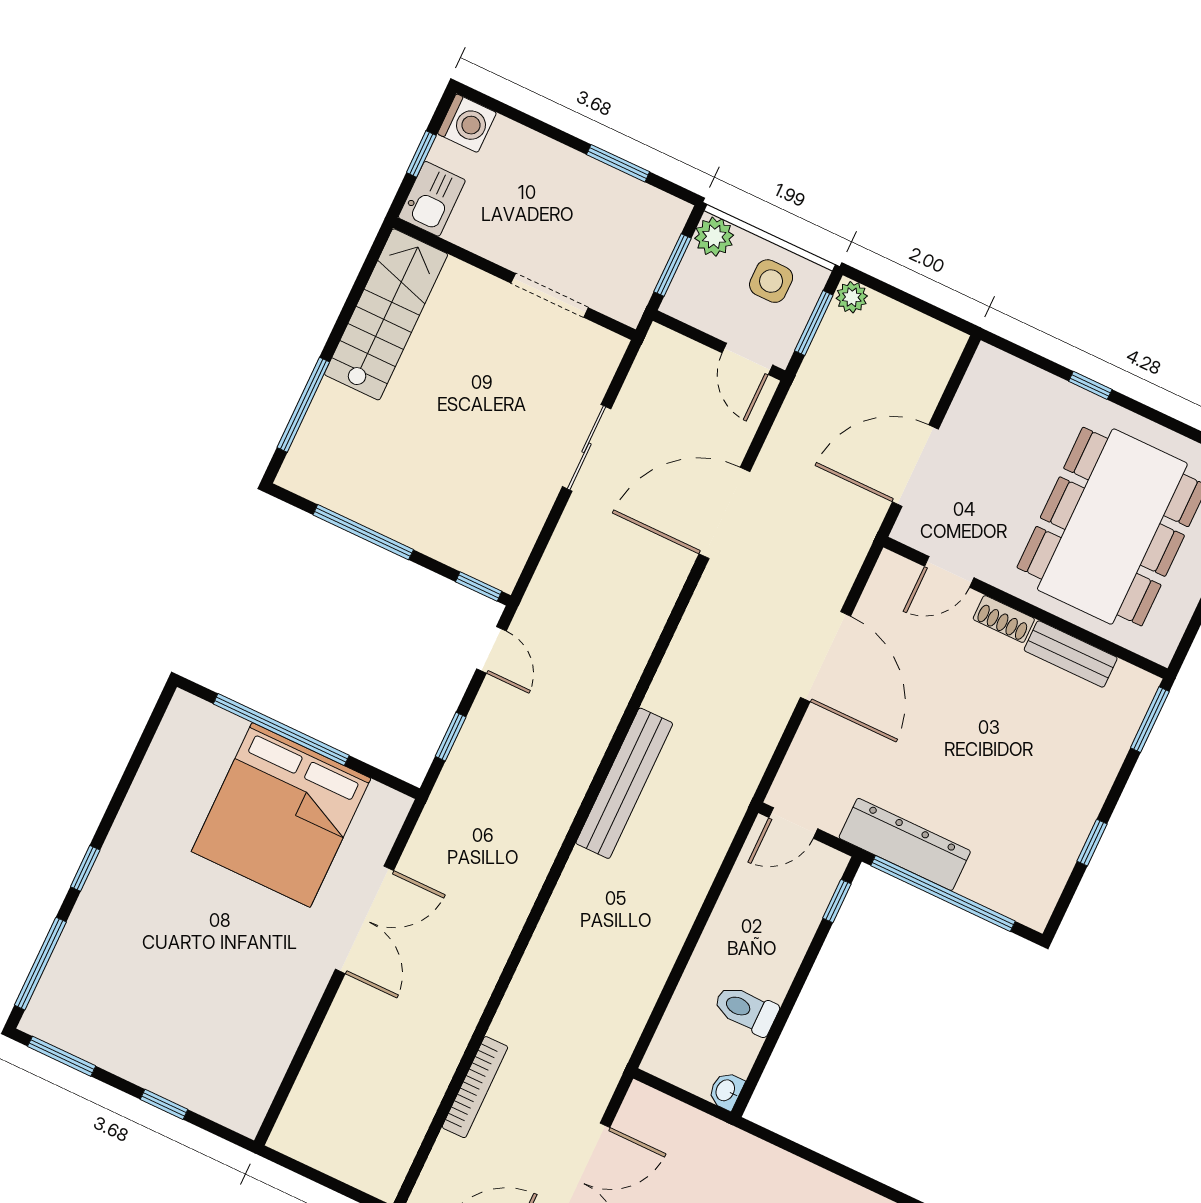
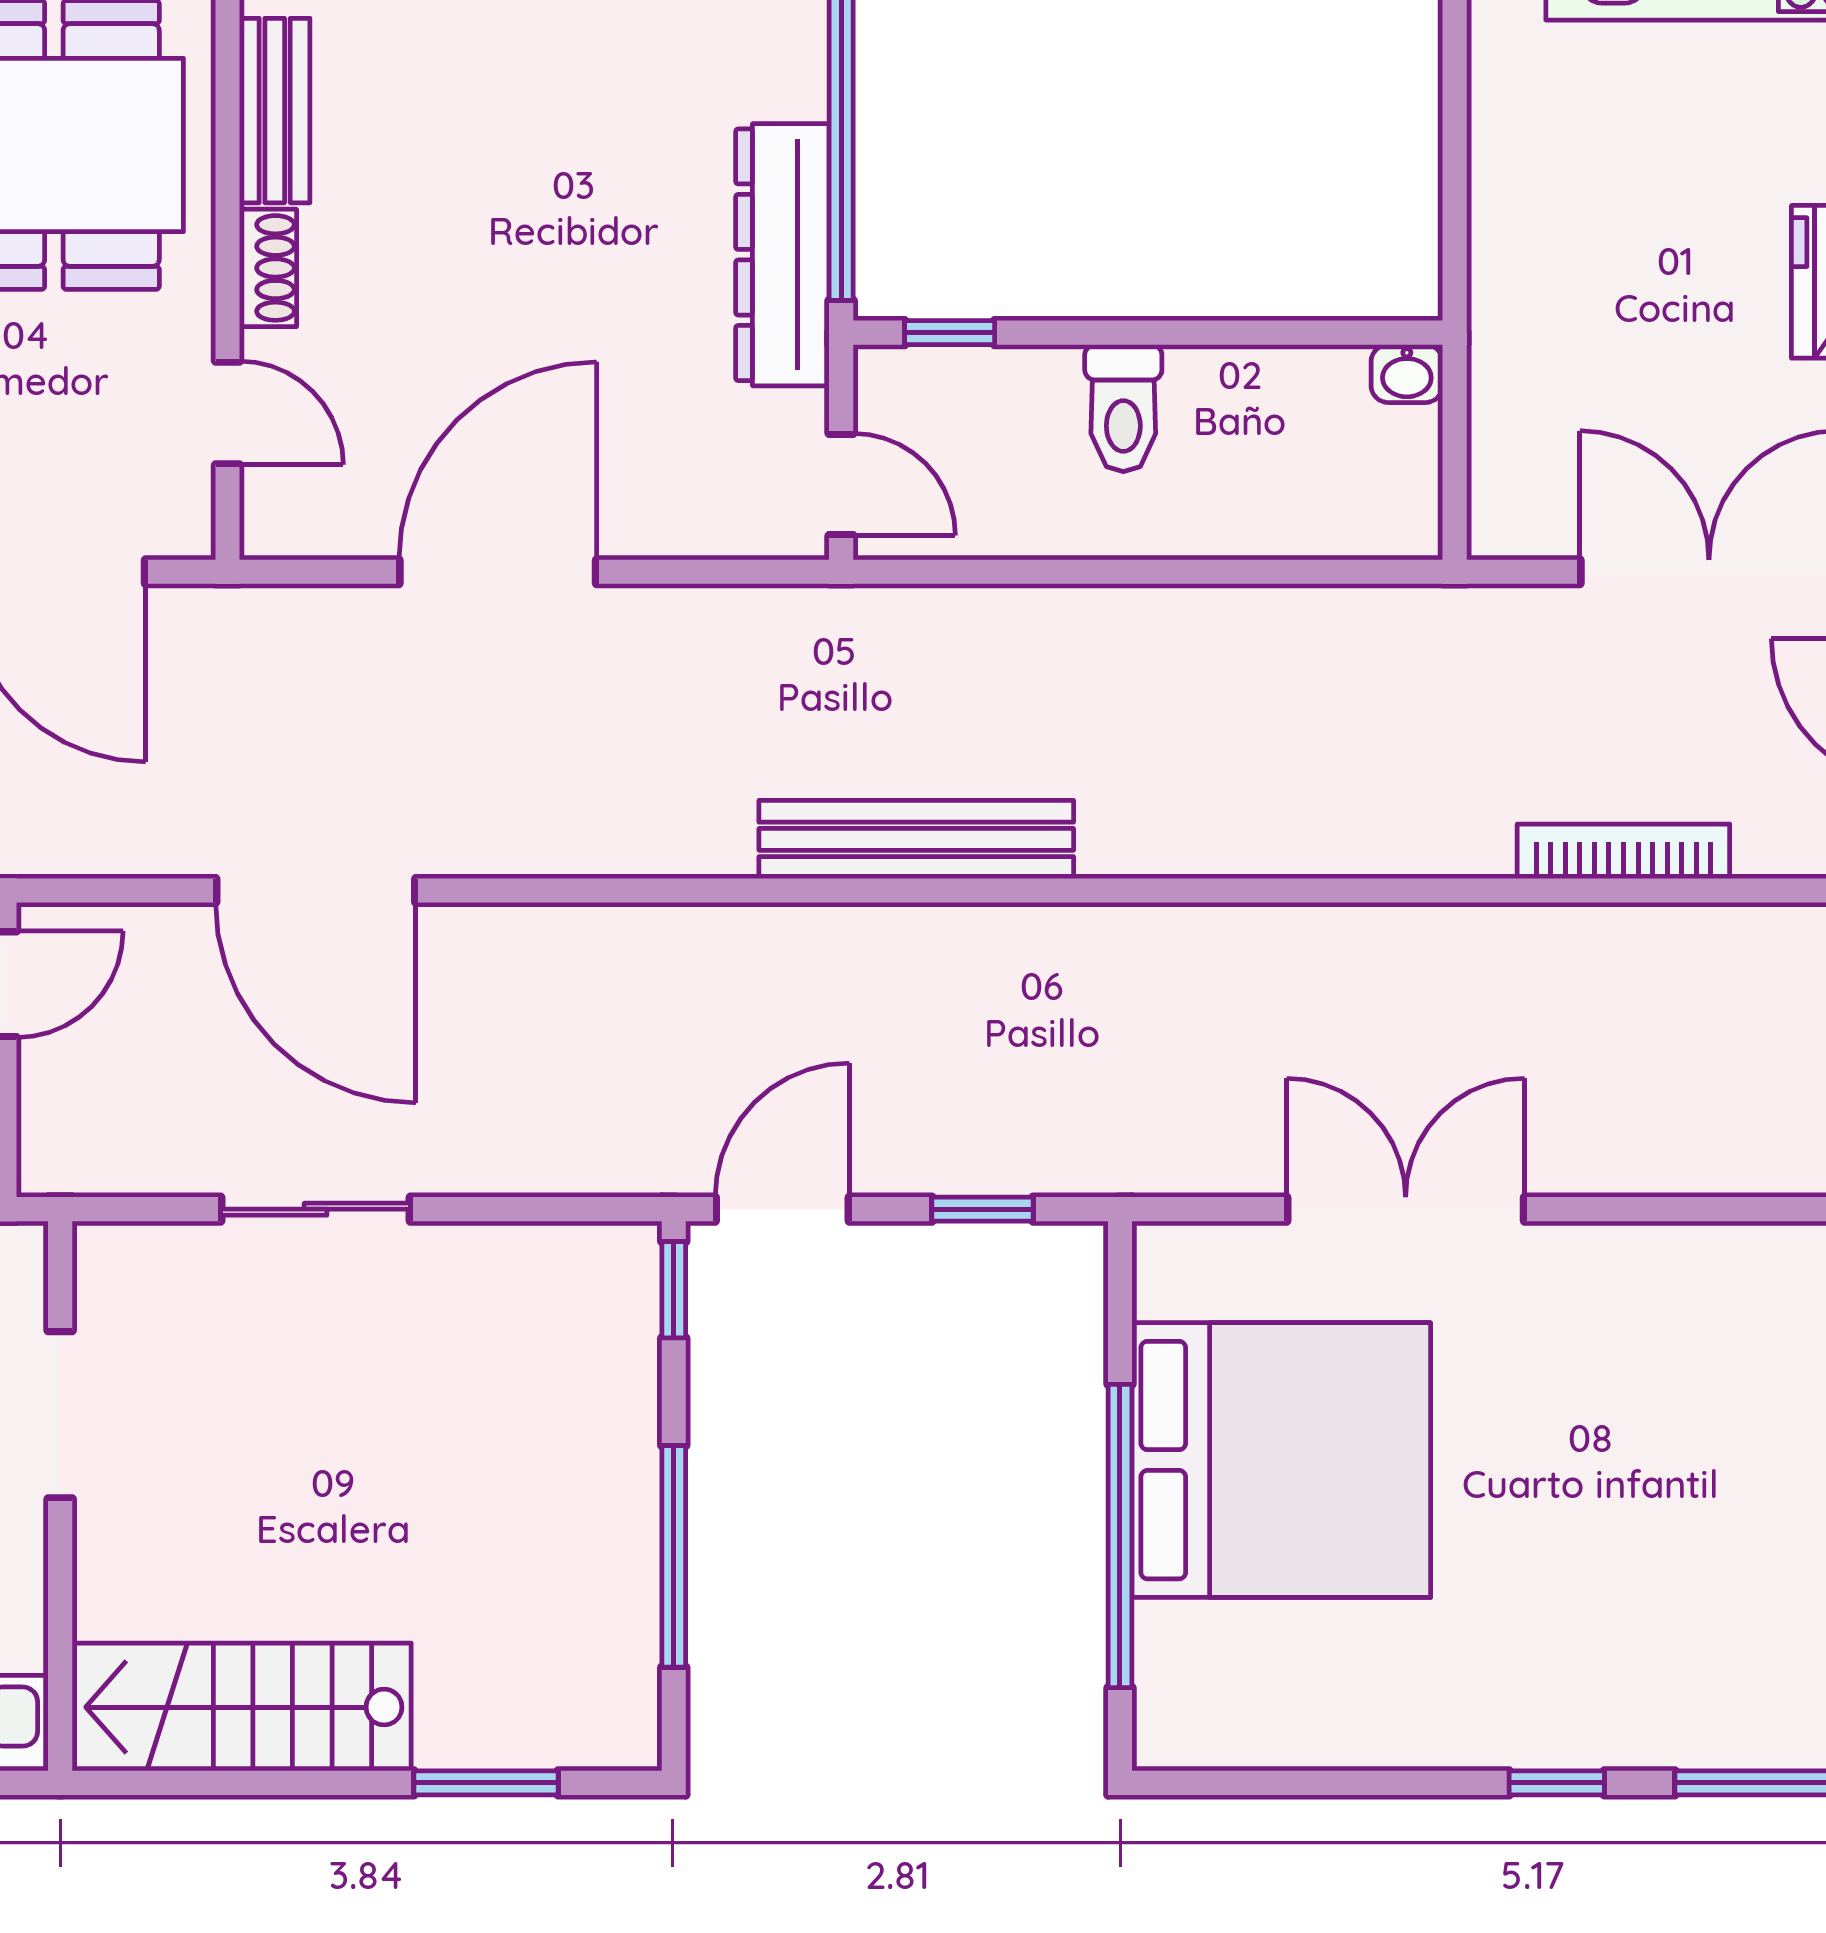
window: (303, 405) -> (486, 1783), width x0.69
door: (491, 650) -> (782, 1209), width x1.38
toilet: (746, 1010) -> (1123, 408), moved

